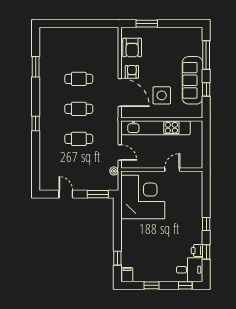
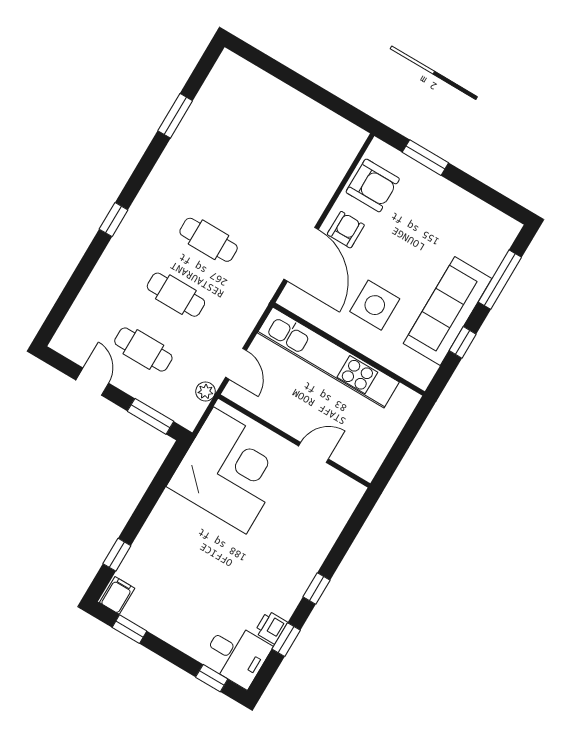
armchair: (132, 48) -> (373, 185), turned -90
cafe table: (79, 79) -> (143, 350), moved
window: (151, 285) -> (129, 629), moved

